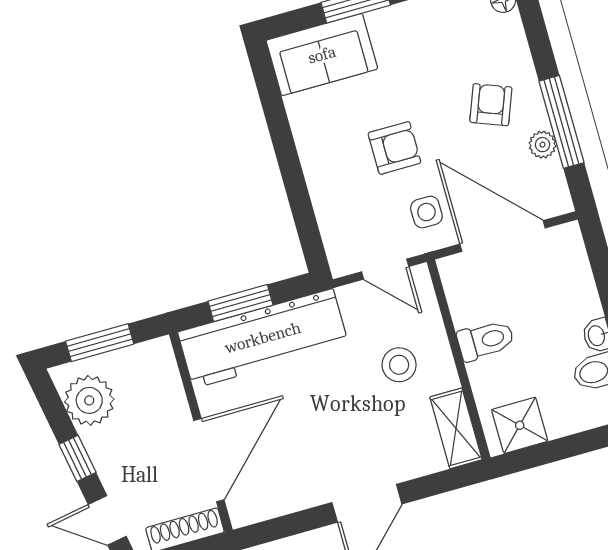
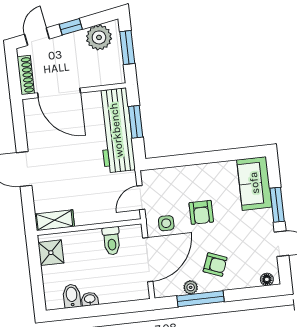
toilet: (486, 340) -> (112, 241), moved
stool: (399, 365) -> (91, 197), removed

